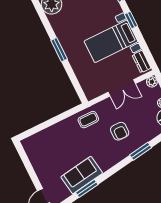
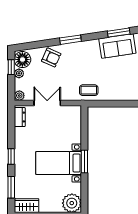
bed with nightstands: (111, 41) -> (59, 163), moved, turned 180
armchair: (120, 131) -> (51, 57), moved, turned 114
window: (141, 151) -> (70, 40), moved

